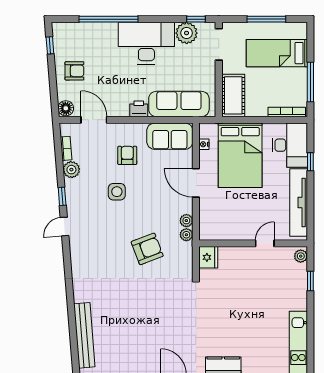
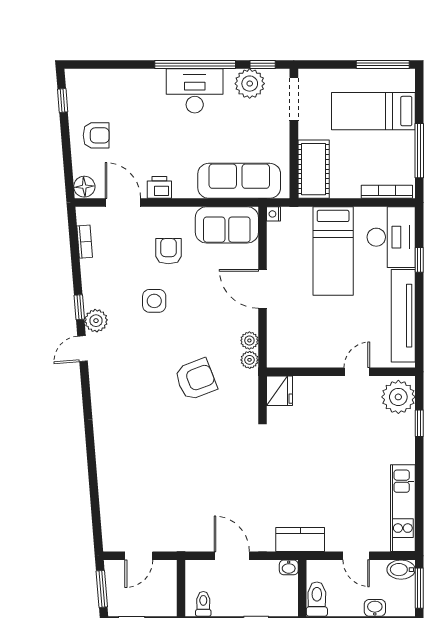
window: (108, 19) -> (195, 65), moved
window: (266, 19) -> (383, 65), moved
desk: (146, 43) -> (195, 91), width x0.73, depth x0.77
printer: (139, 109) -> (159, 187), moved
nightstand: (204, 144) -> (274, 214), moved
bed: (240, 155) -> (333, 251), width x0.67
plant: (71, 170) -> (96, 321), moved
plant: (301, 256) -> (398, 397), width x1.88, depth x1.88
bench: (84, 335) -> (110, 498), removed

